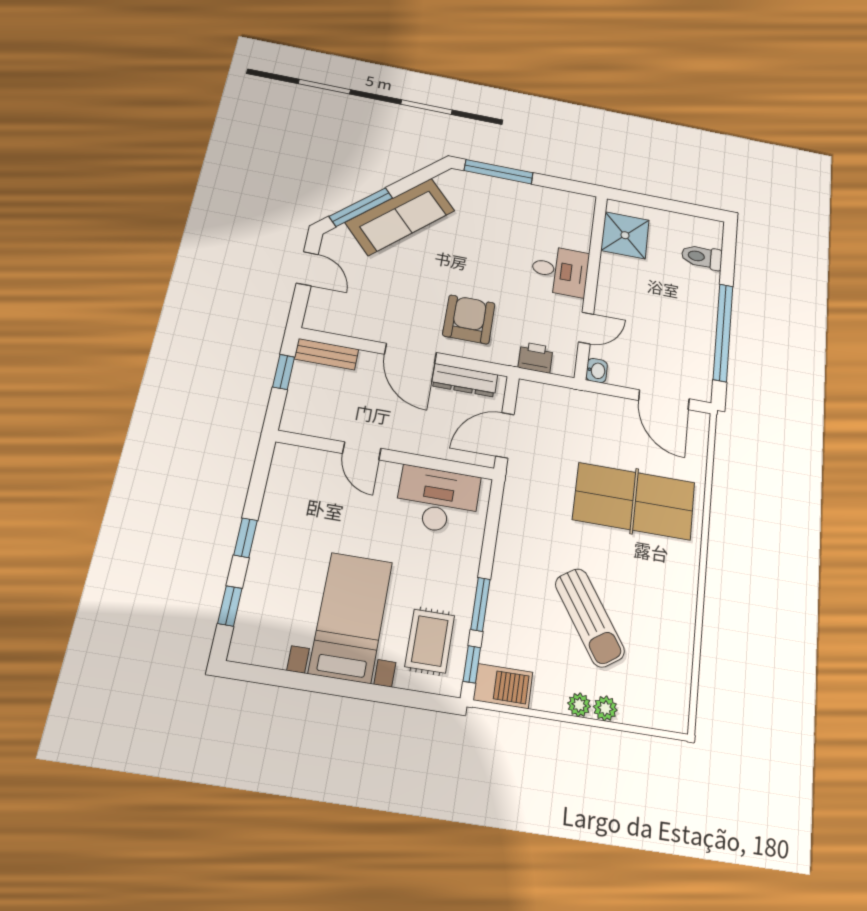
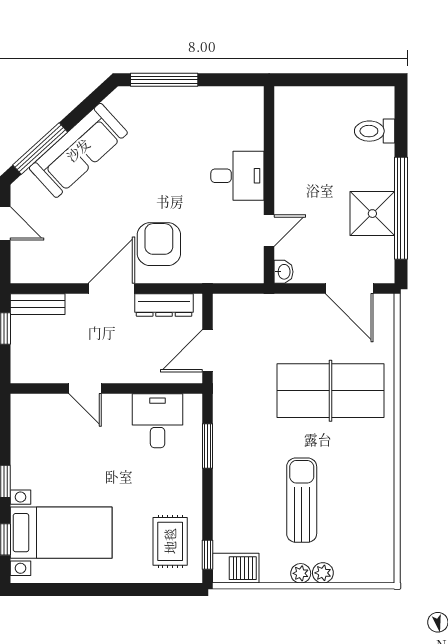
shower: (625, 235) -> (372, 214), moved
door: (410, 353) -> (111, 289), swing flipped
printer: (536, 357) -> (225, 270), removed
desk: (438, 500) -> (158, 421), width x0.73
window: (480, 604) -> (208, 446), moved
bed with nightstands: (351, 617) -> (61, 533), moved, turned 90
sun lounger: (590, 617) -> (302, 500), turned -146

